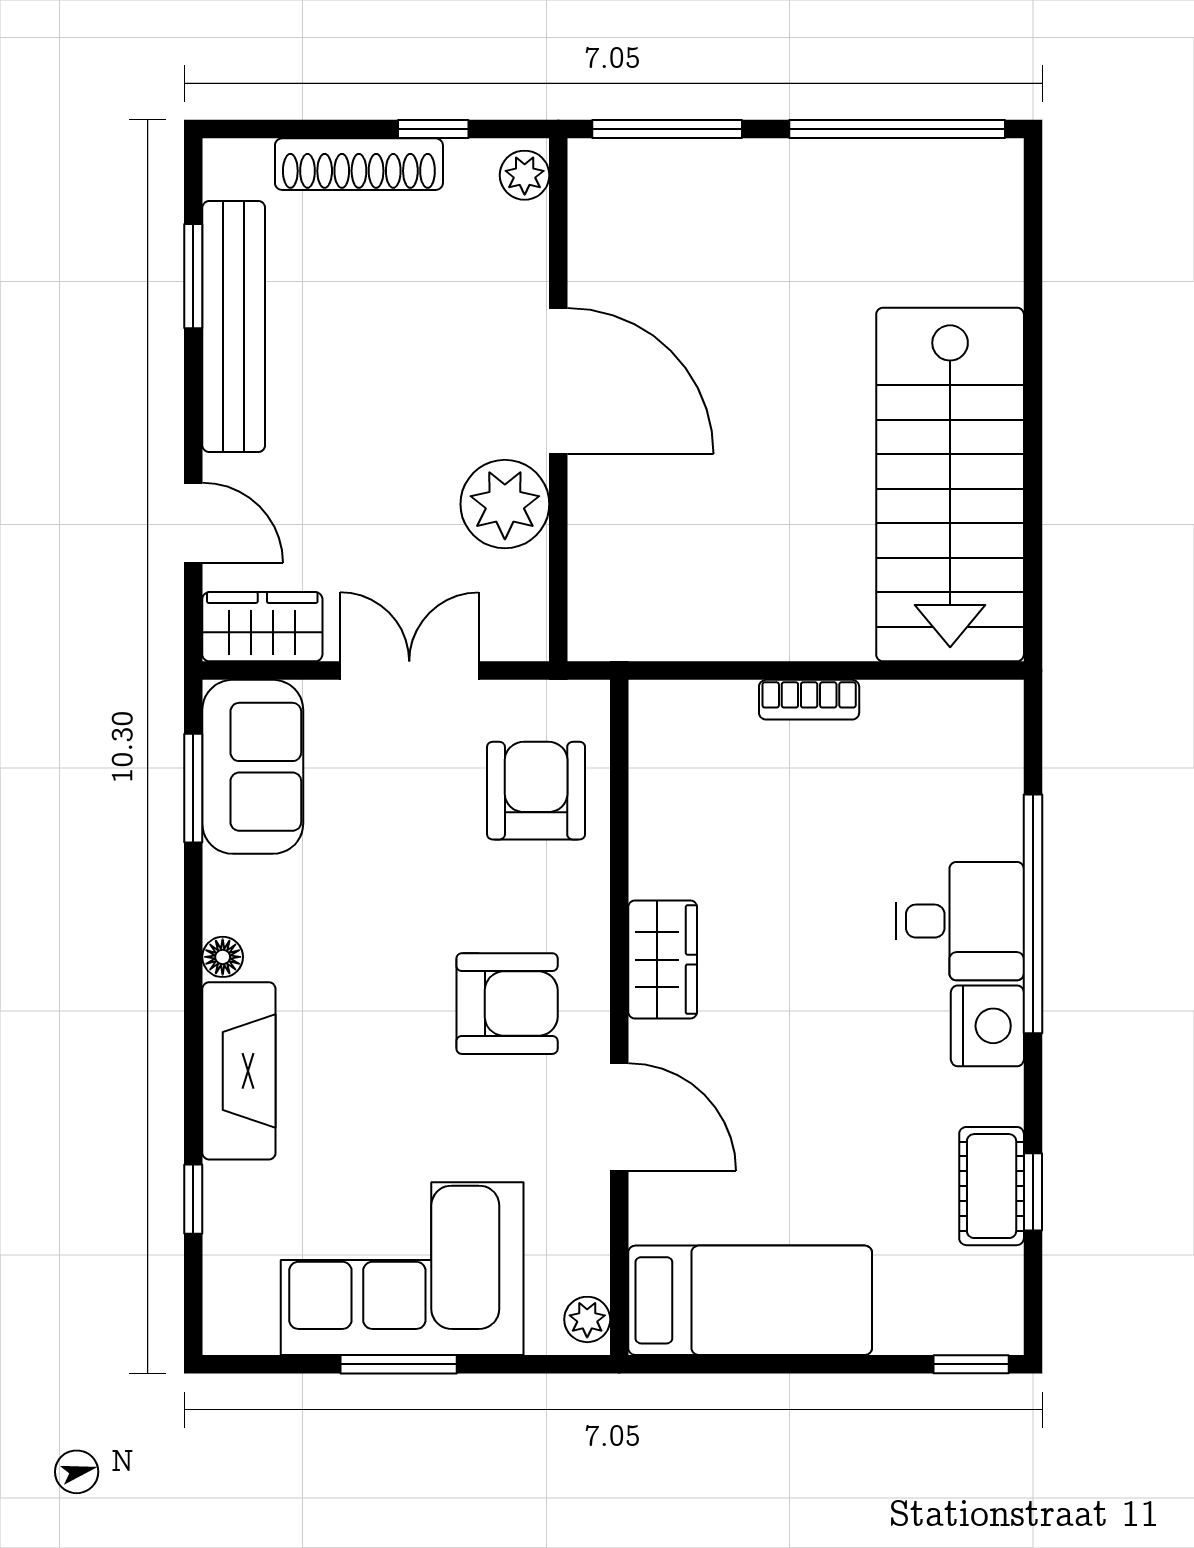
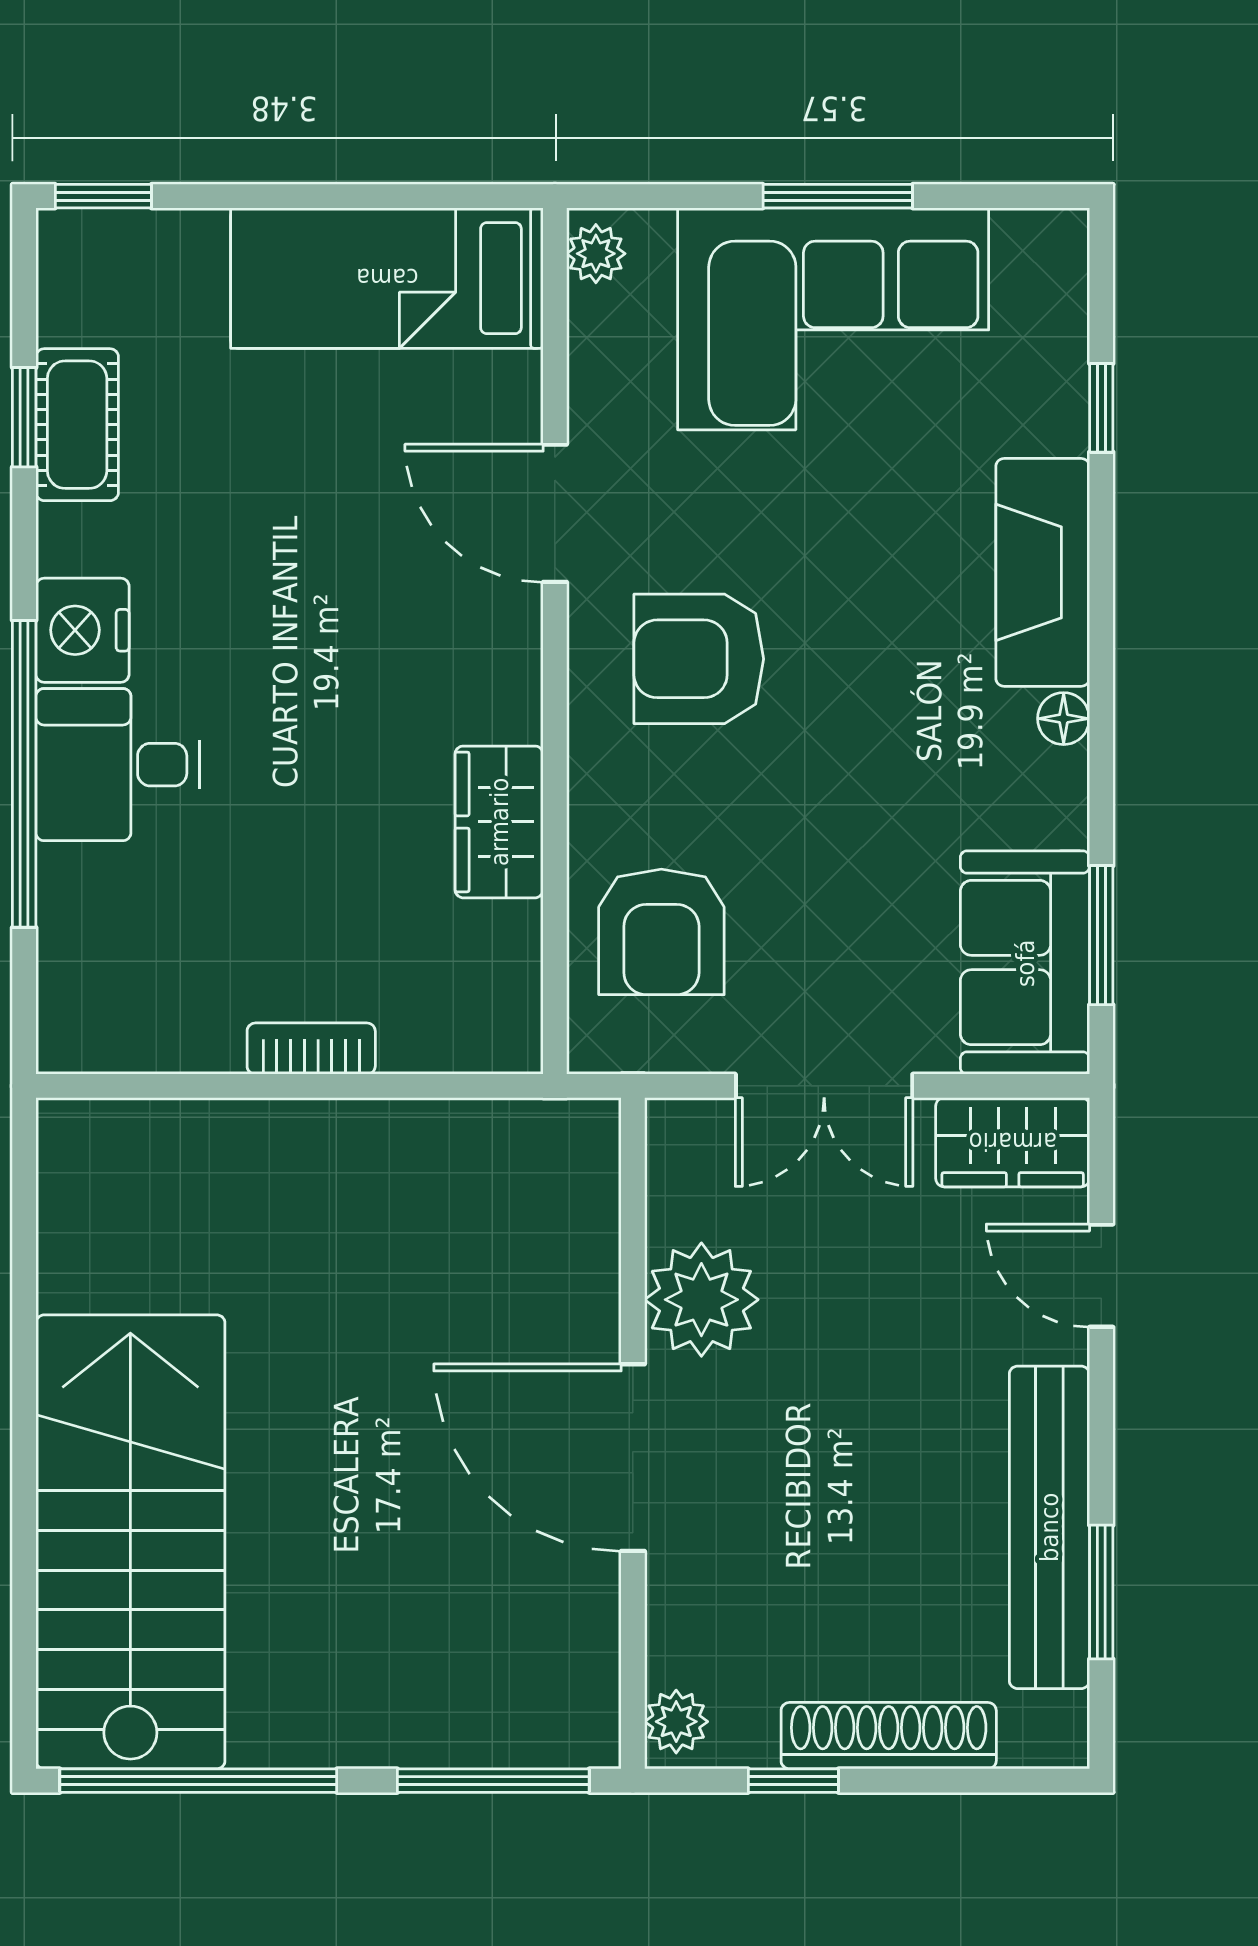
stairs: (950, 485) -> (130, 1542), moved
wardrobe: (663, 960) -> (499, 822), moved

